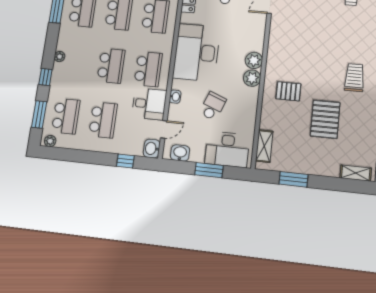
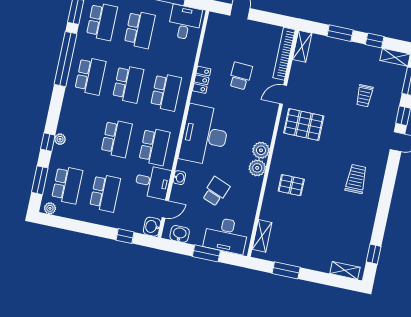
plant: (60, 57) -> (60, 139), moved
pallet: (325, 119) -> (304, 124), moved, turned 90

